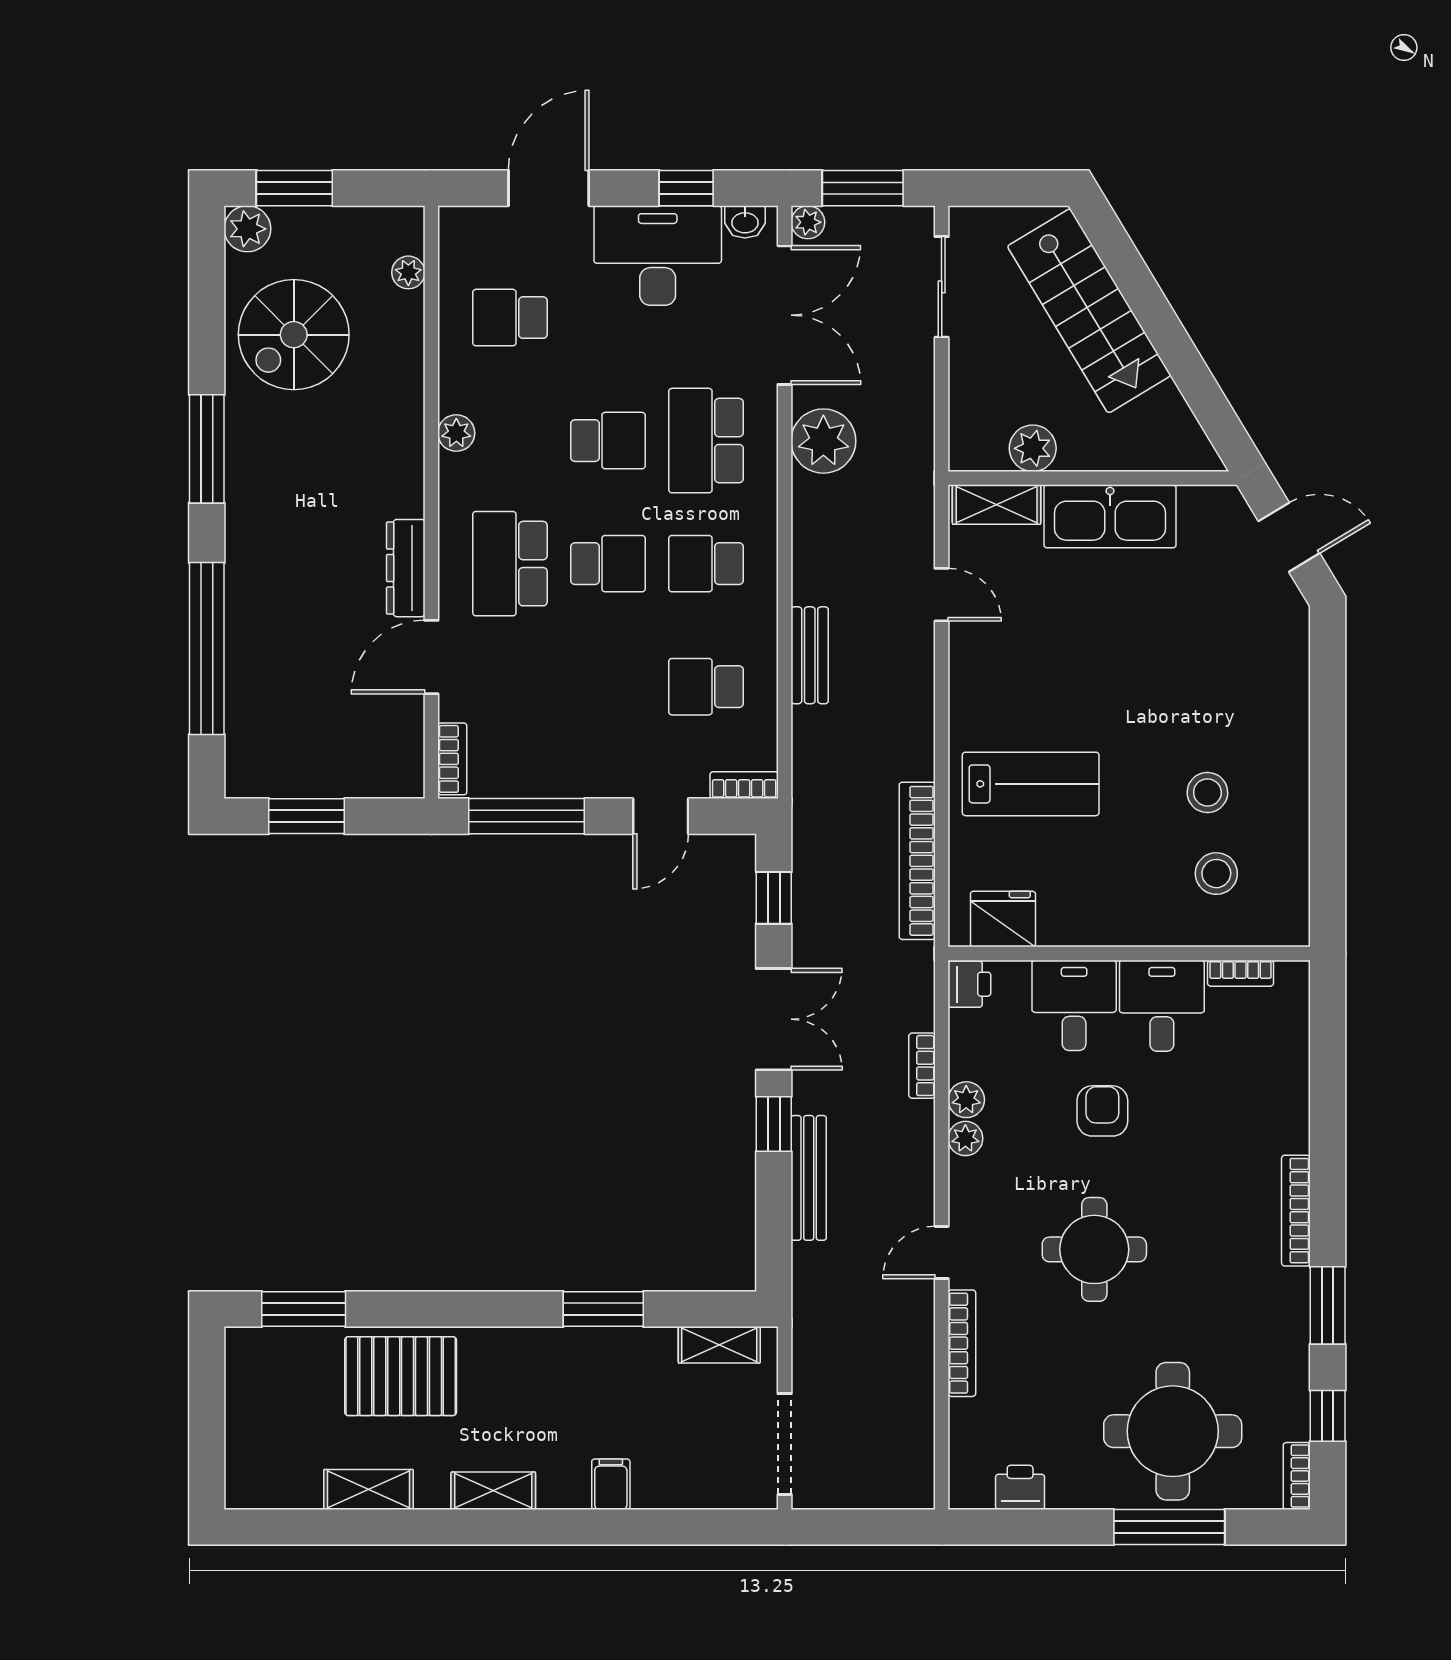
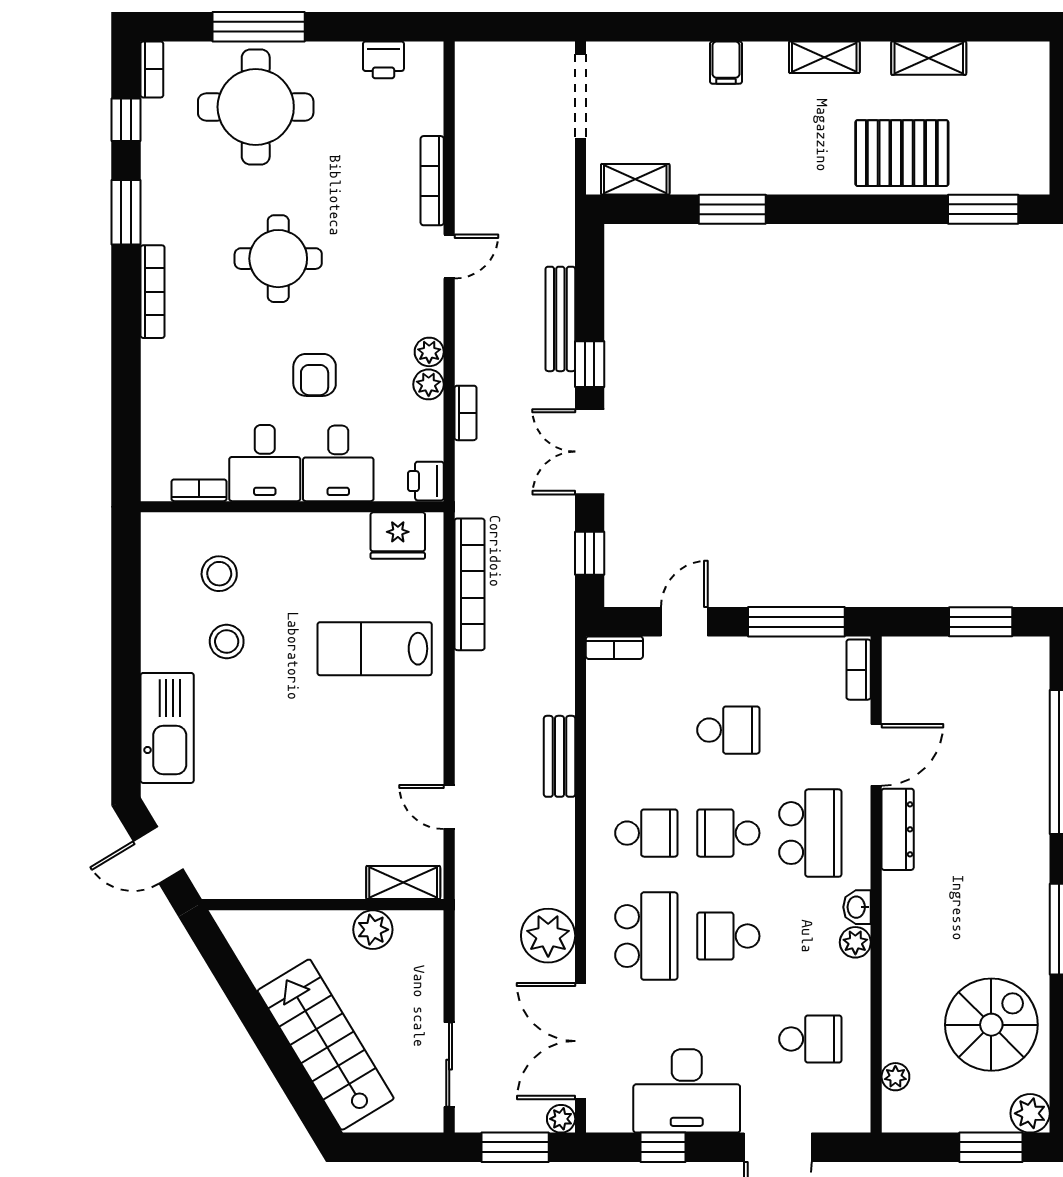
washbasin: (745, 222) -> (857, 907), moved, turned -90
kitchen sink: (1110, 516) -> (167, 728), moved, turned 90
school desk: (706, 687) -> (728, 730), moved
round table: (1094, 1249) -> (278, 259), moved

